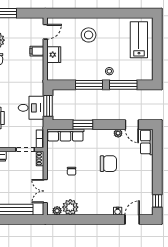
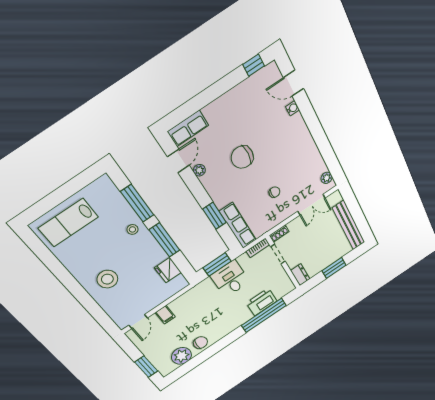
door: (45, 32) -> (138, 322), swing flipped
fridge: (54, 55) -> (168, 270), moved, turned -90
chair: (108, 164) -> (242, 157), turned -87
plant: (70, 207) -> (316, 166), removed

